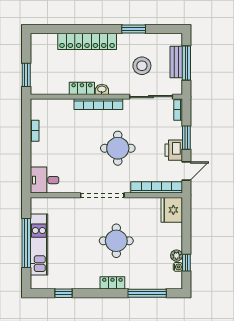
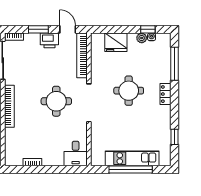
round table: (118, 148) -> (56, 101), moved
fridge: (172, 210) -> (116, 42), moved

